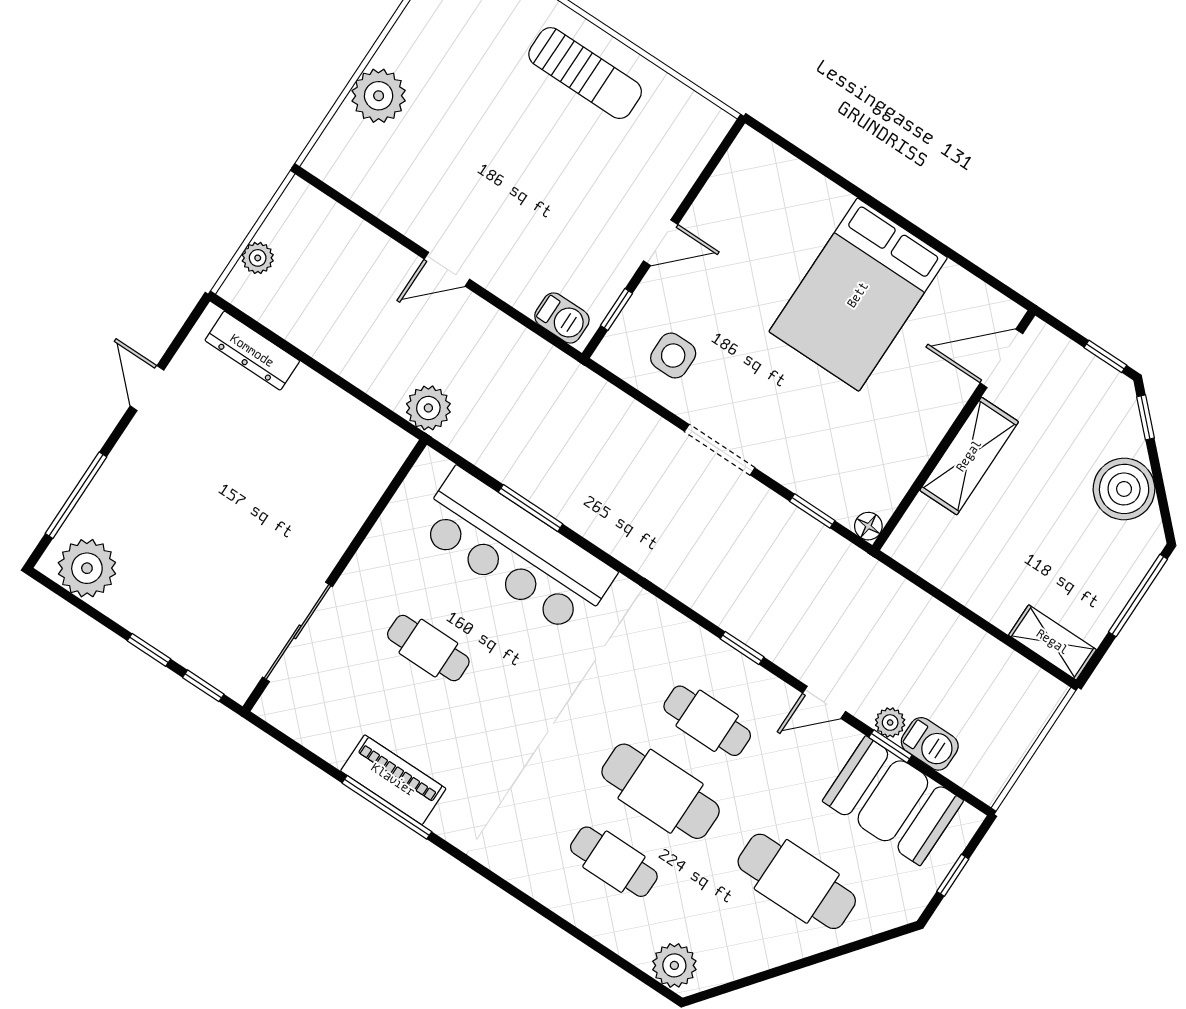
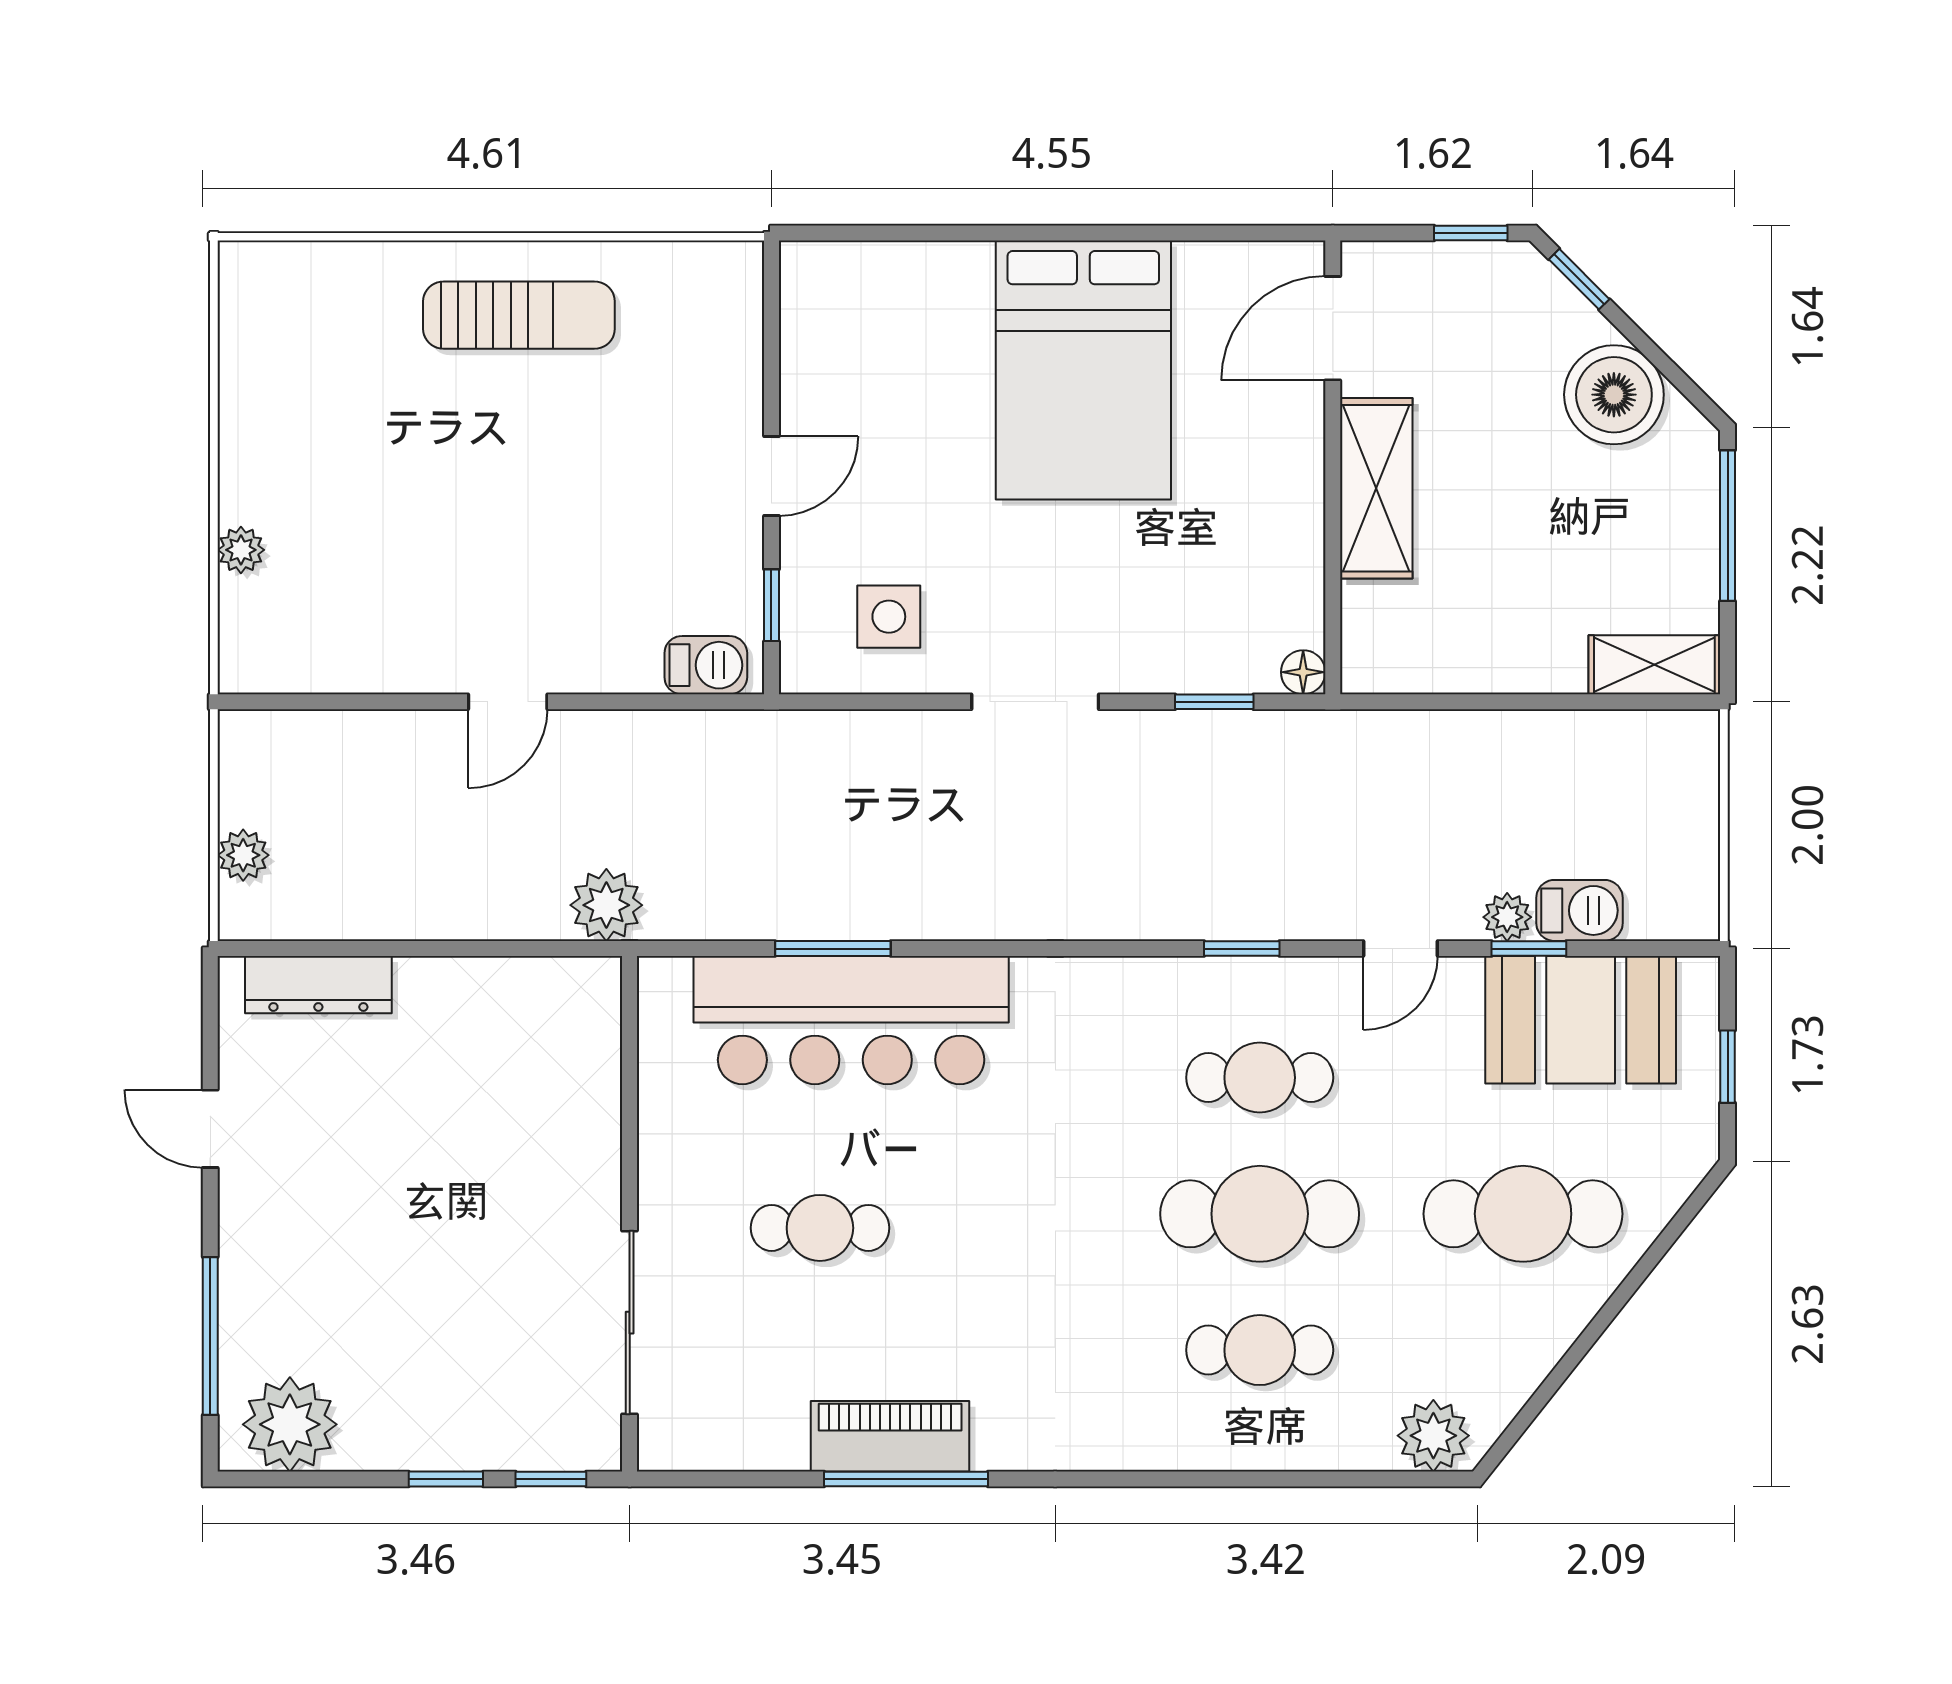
plant: (379, 96) -> (241, 550), width x0.53, depth x0.53

